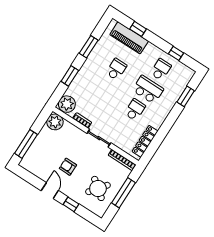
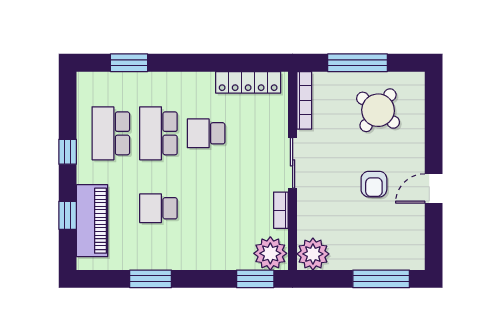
window: (176, 53) -> (68, 152), moved
school desk: (161, 69) -> (111, 133), width x1.85
window: (70, 76) -> (255, 279), moved
window: (71, 204) -> (434, 138), removed

